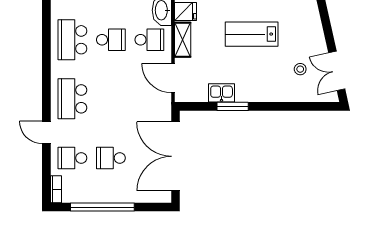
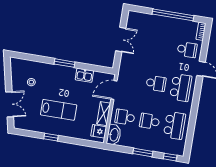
double door: (337, 71) -> (10, 104), moved
door: (173, 78) -> (114, 90), swing flipped
window: (233, 106) -> (64, 63), moved
double door: (175, 156) -> (121, 39), width x0.54
school desk: (111, 158) -> (156, 83), moved

